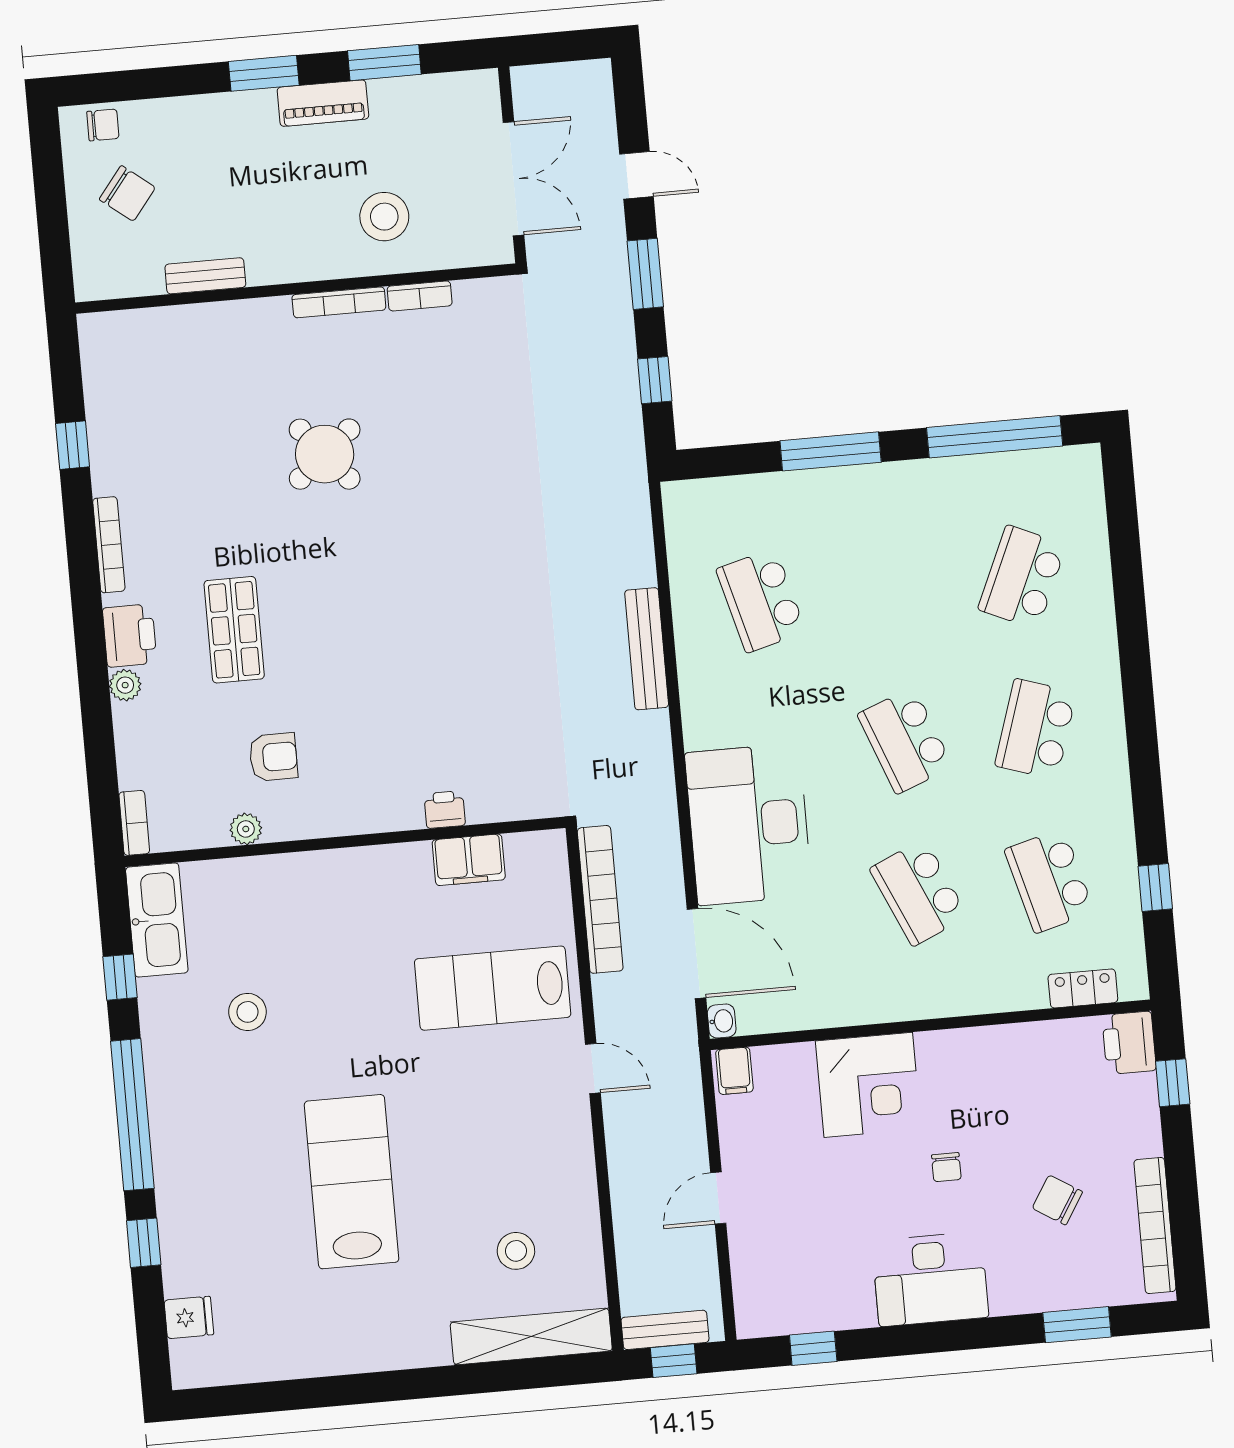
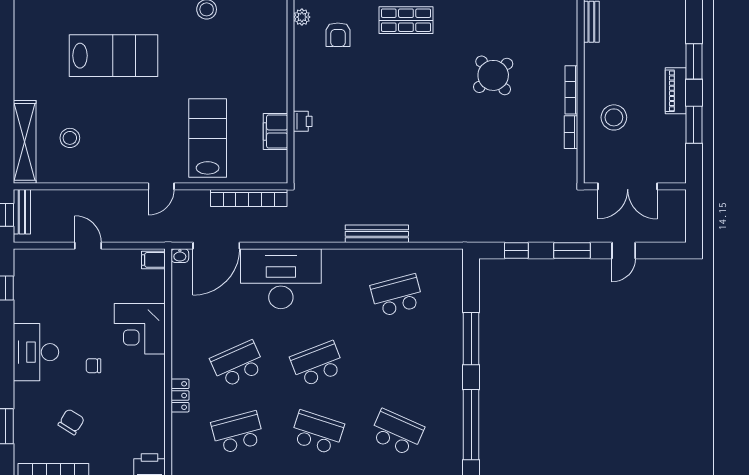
locker: (1083, 988) -> (180, 396), moved

